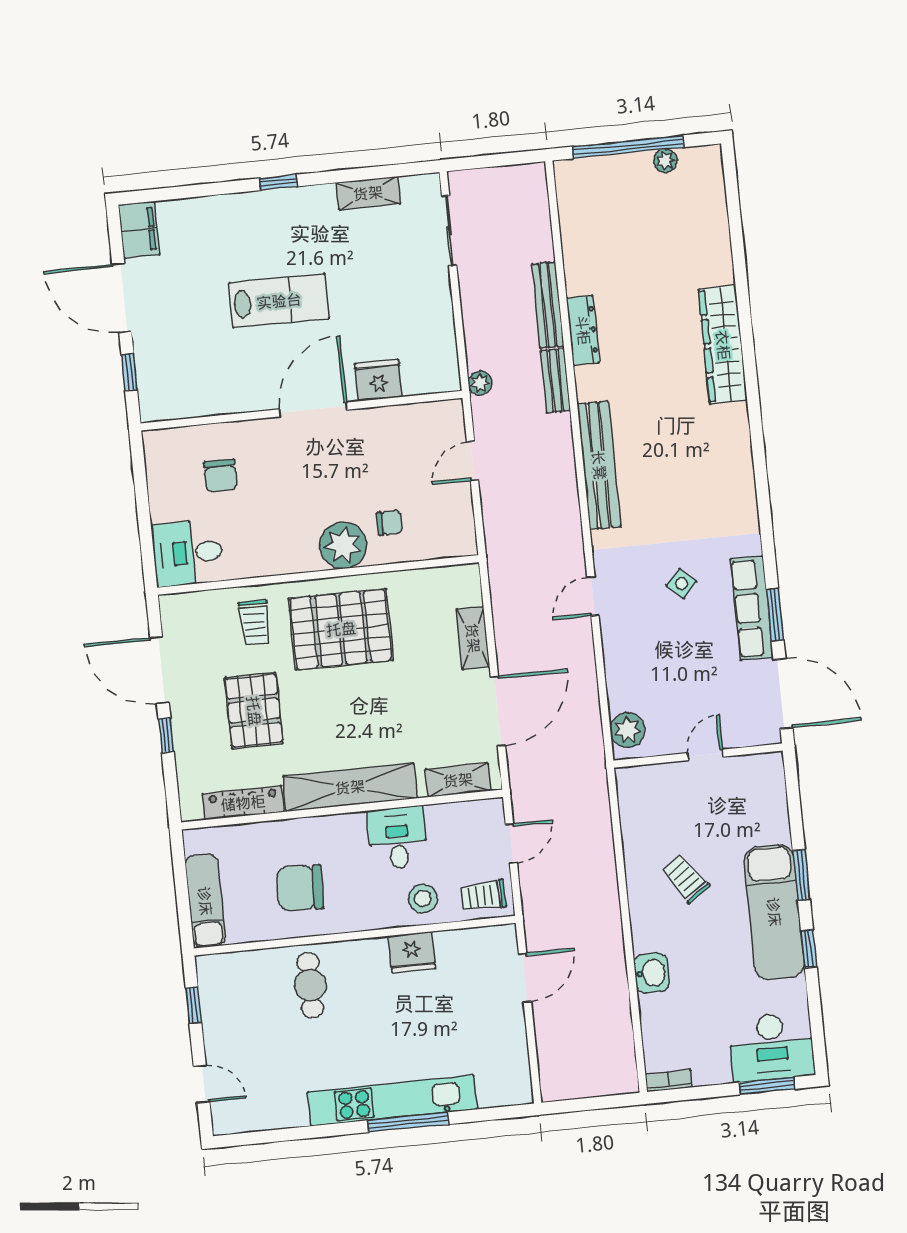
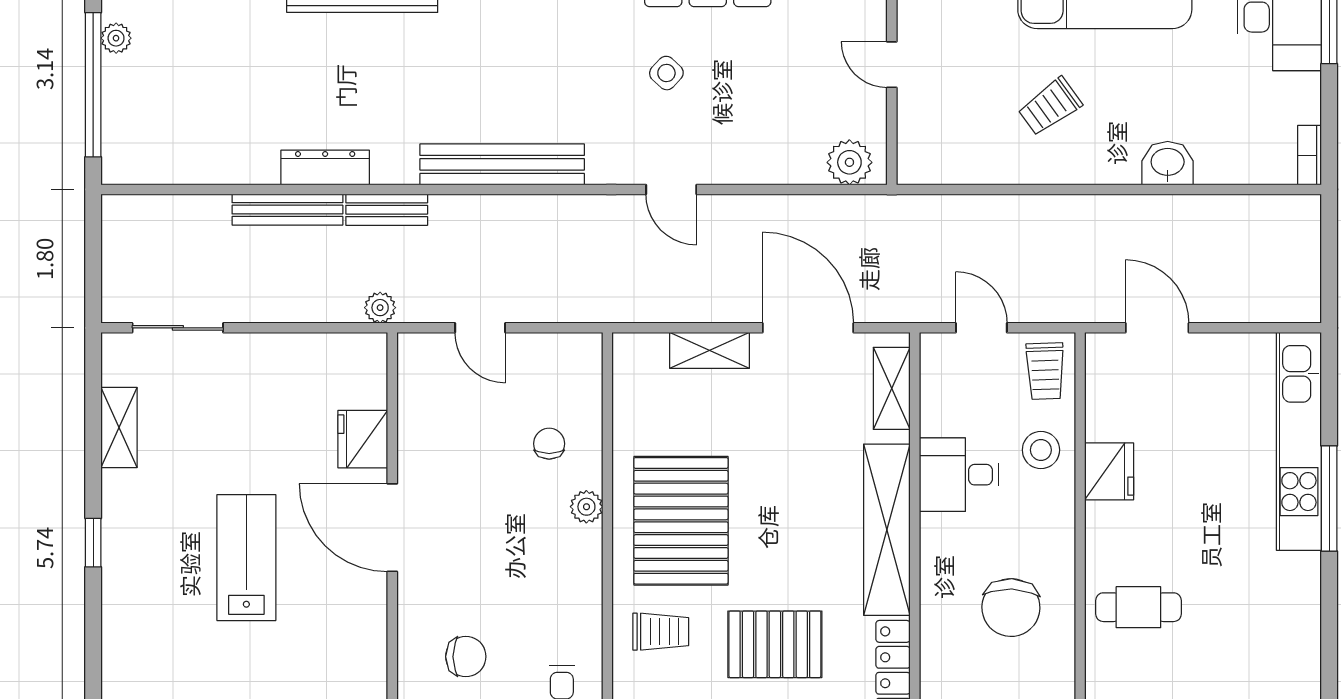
plant: (343, 545) -> (586, 507), width x0.53, depth x0.53
kitchen unit: (393, 1101) -> (1299, 441), moved

